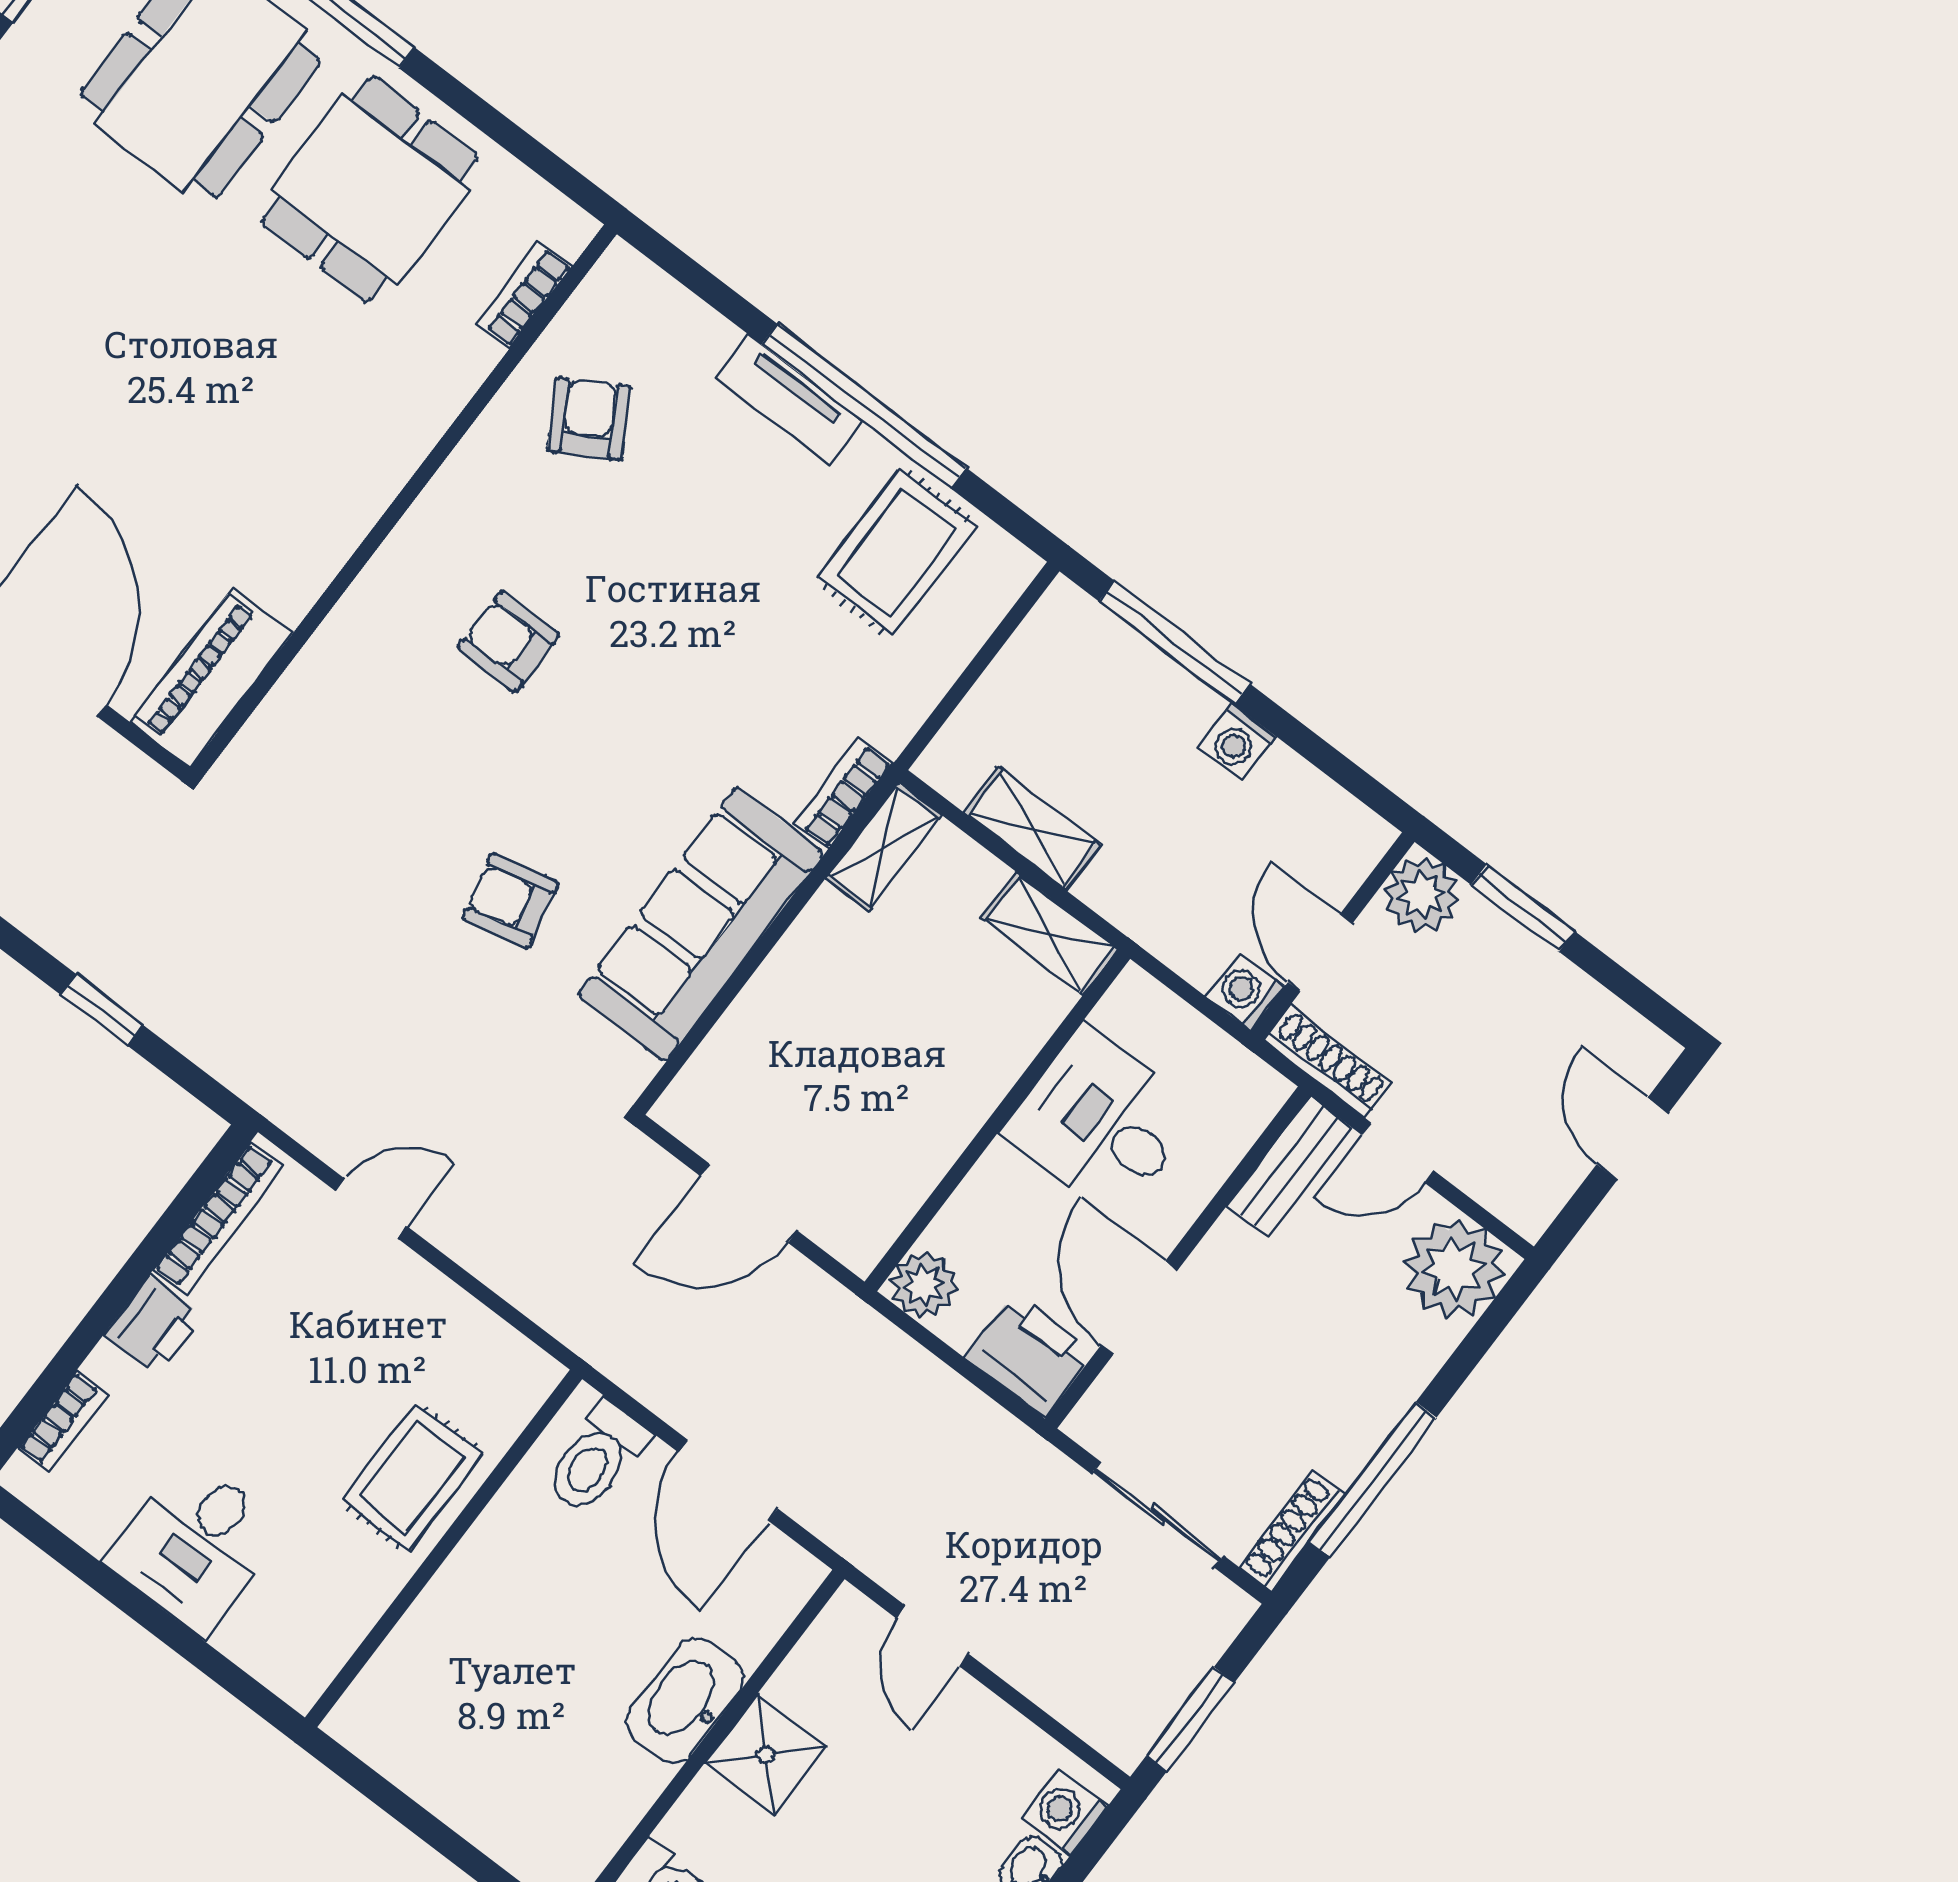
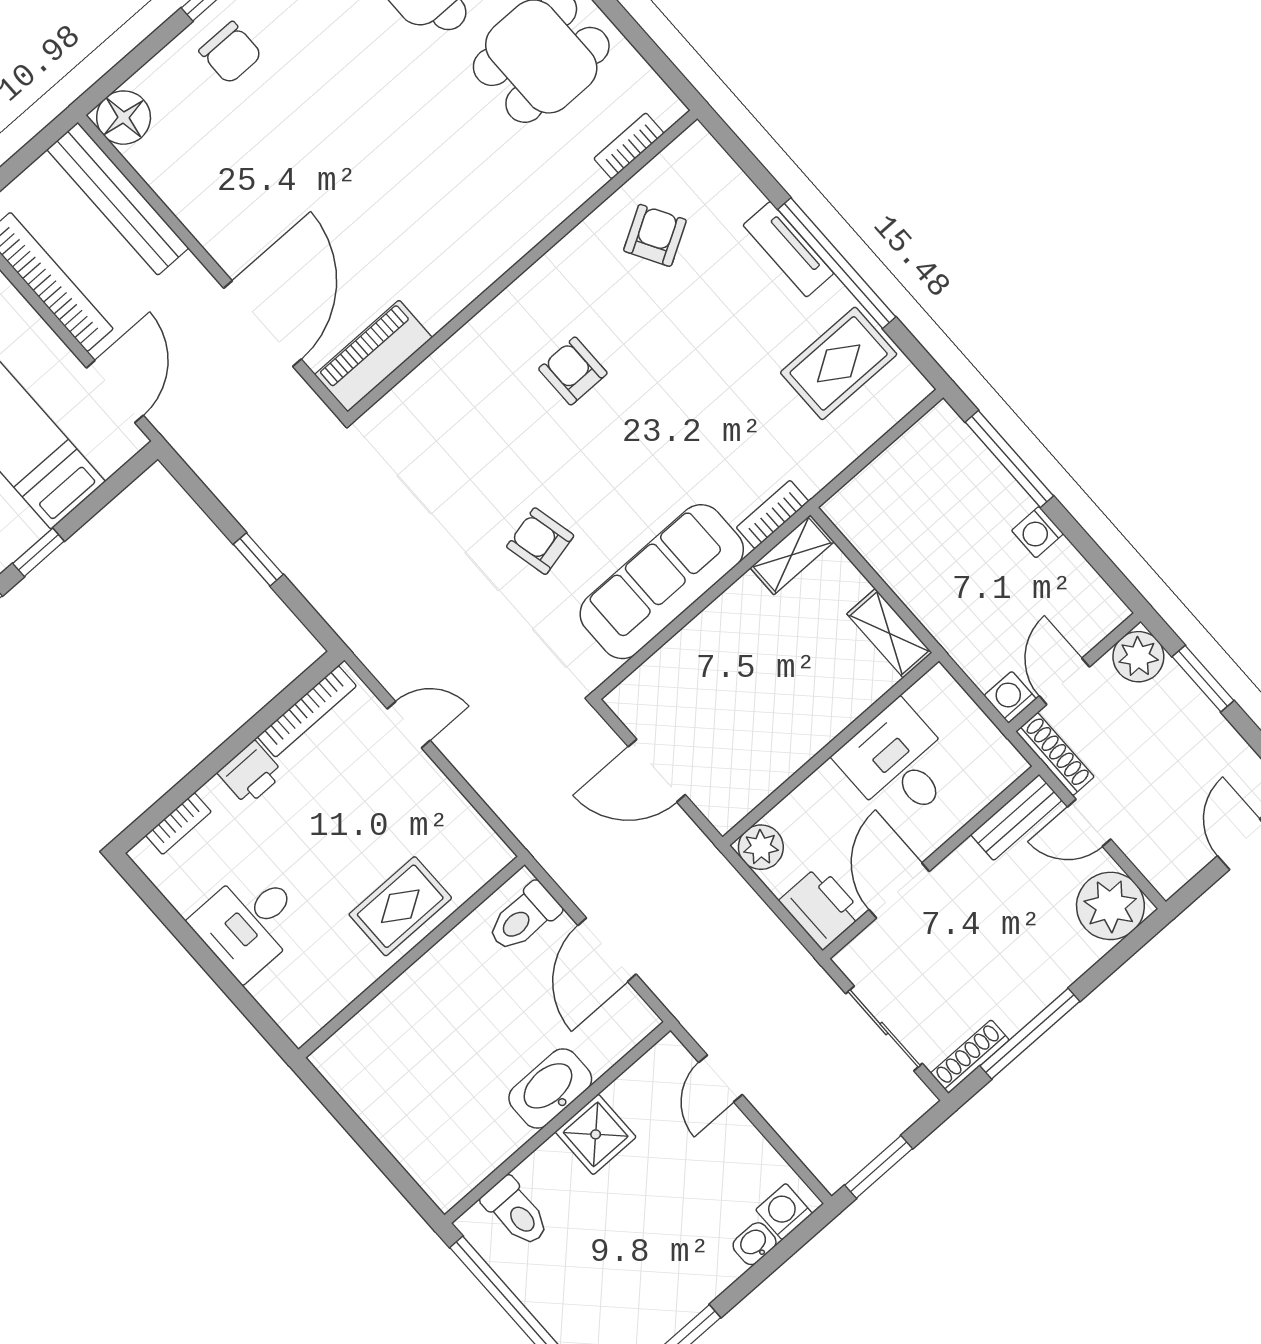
shelving: (1033, 829) -> (892, 562), removed

